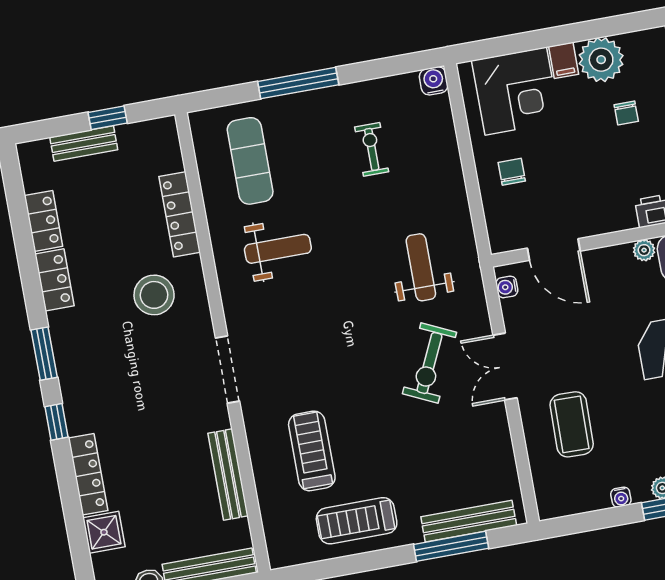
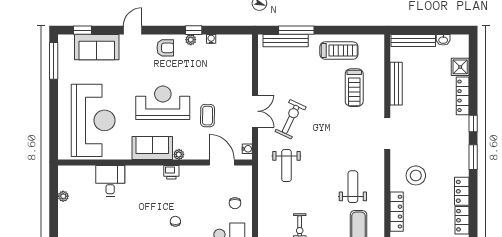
weight bench: (278, 249) -> (353, 187), turned 90
coffee table: (572, 424) -> (208, 116), moved, width x0.73, depth x0.77

